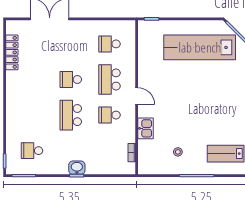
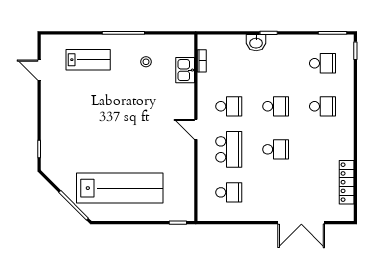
school desk: (32, 115) -> (322, 106), added
school desk: (71, 115) -> (276, 106), width x0.54
kitchen sink: (146, 128) -> (185, 70), moved
washbasin: (77, 168) -> (256, 43), moved

